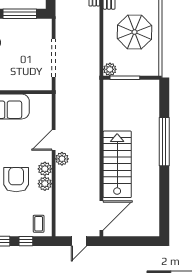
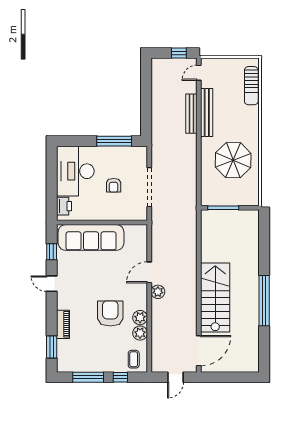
armchair: (19, 56) -> (114, 185), added
plant: (110, 69) -> (208, 199), removed
window: (164, 142) -> (264, 301), moved
plant: (45, 169) -> (140, 333), moved

